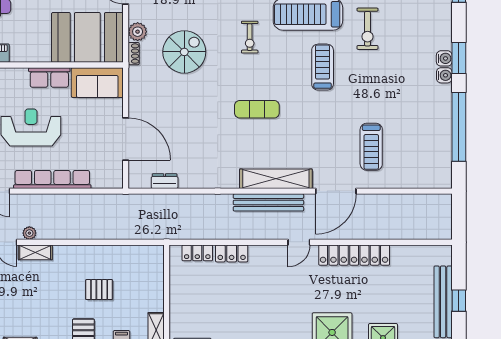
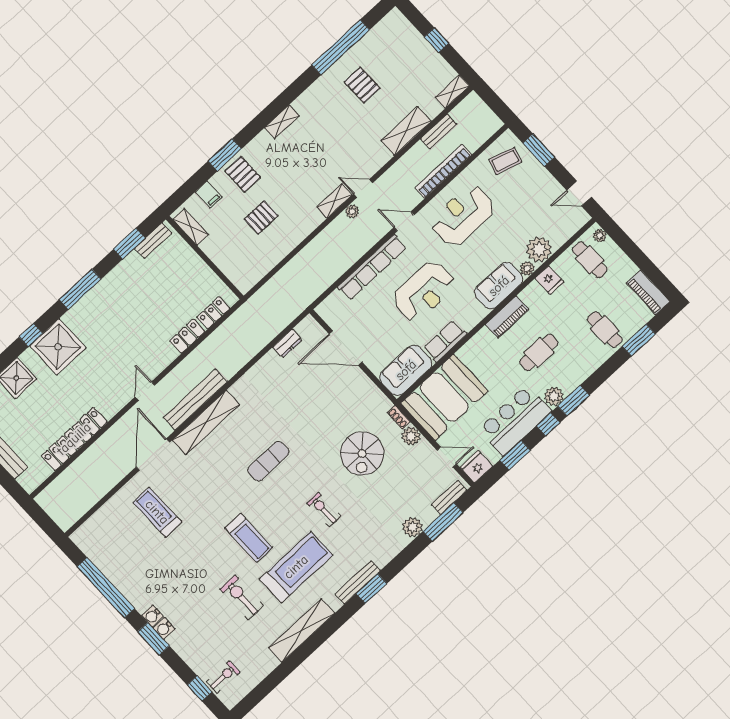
locker: (354, 255) -> (74, 439), moved

